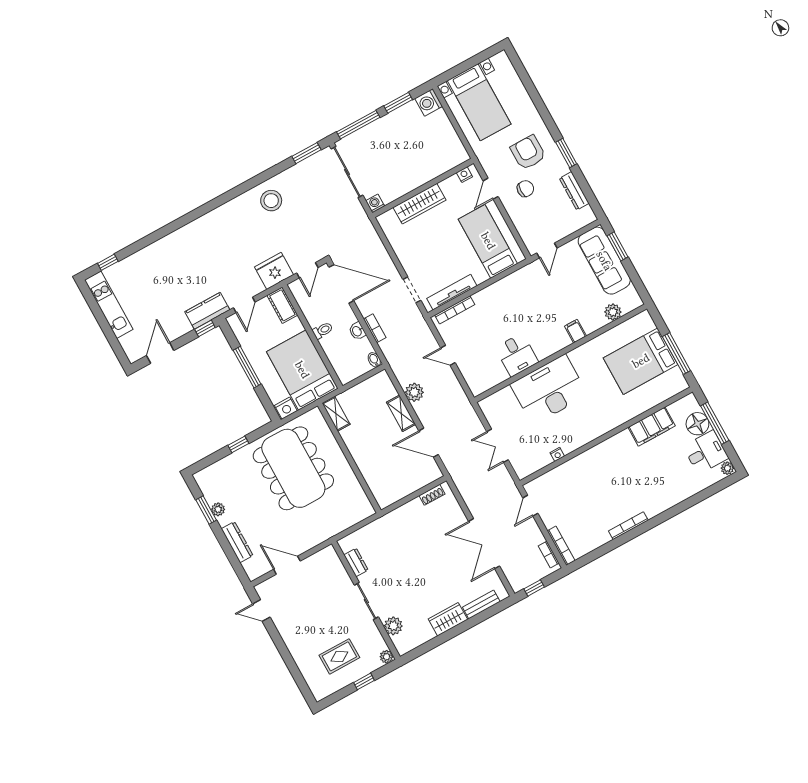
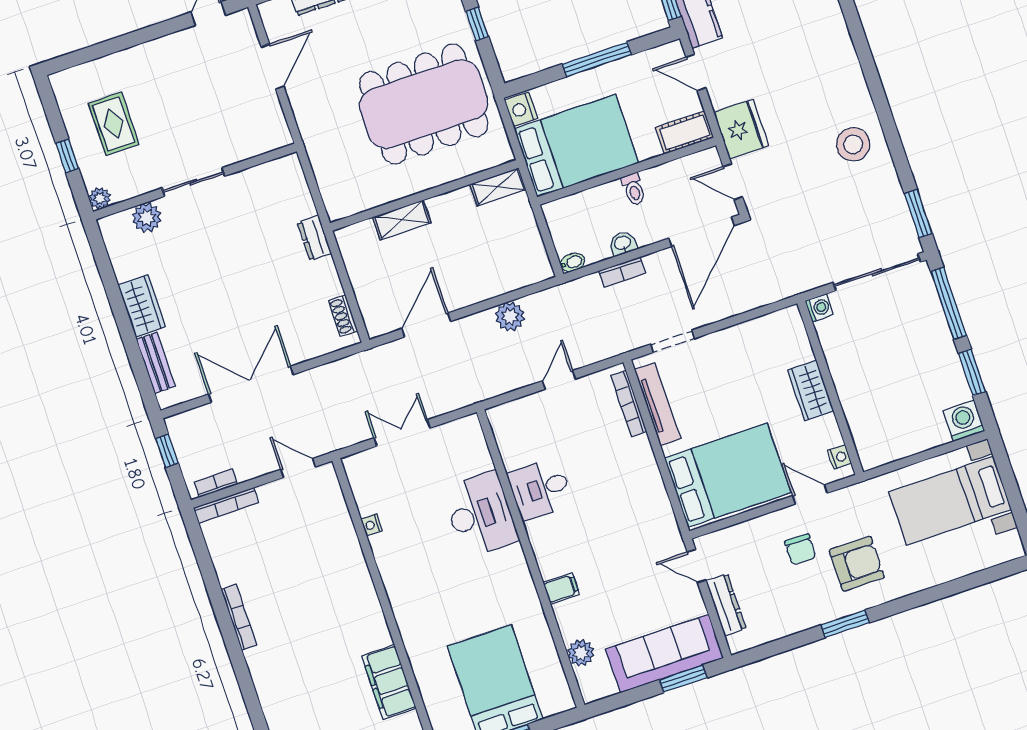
dresser: (574, 191) -> (726, 605), moved, turned 90
wardrobe: (419, 204) -> (811, 390), width x0.67
bed: (488, 241) -> (727, 475), width x1.50
desk: (549, 390) -> (480, 514), width x0.73, depth x0.77
shelving: (401, 413) -> (402, 220), moved
dresser: (356, 562) -> (314, 238), moved, turned 90

